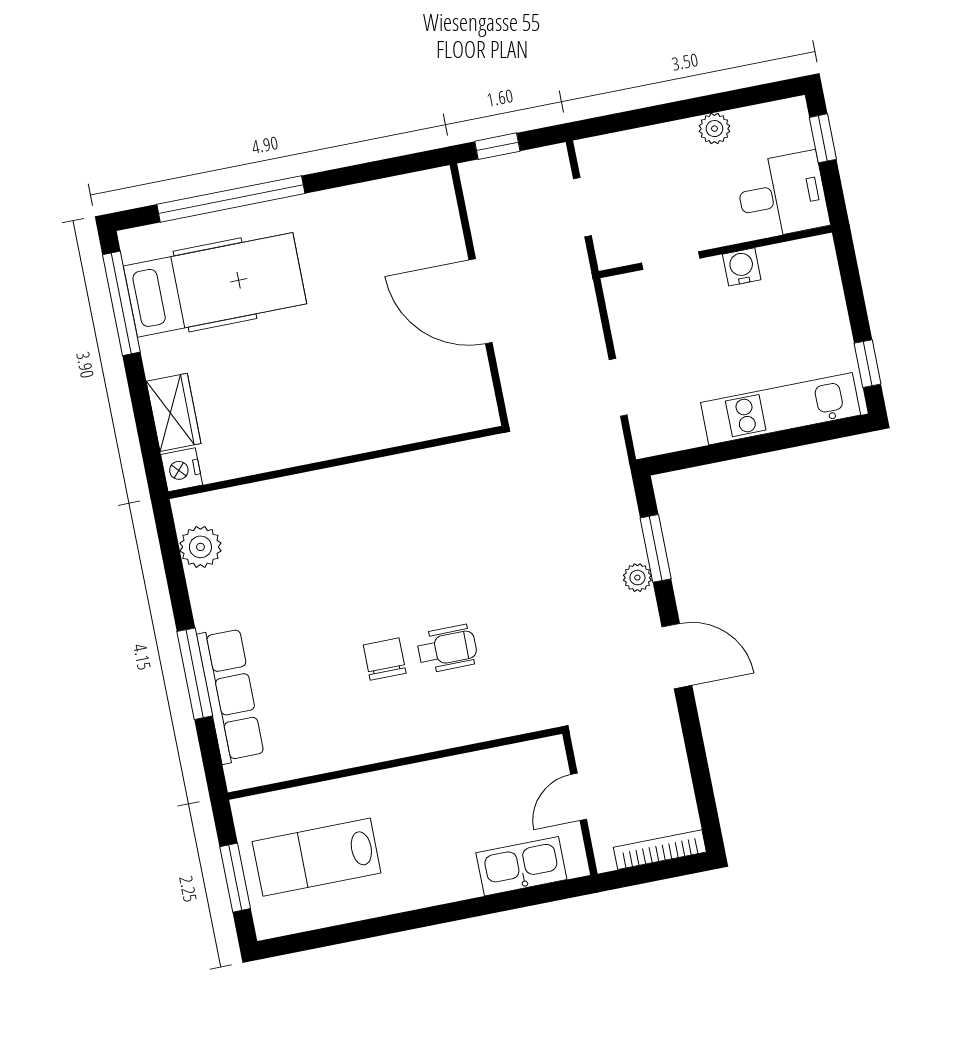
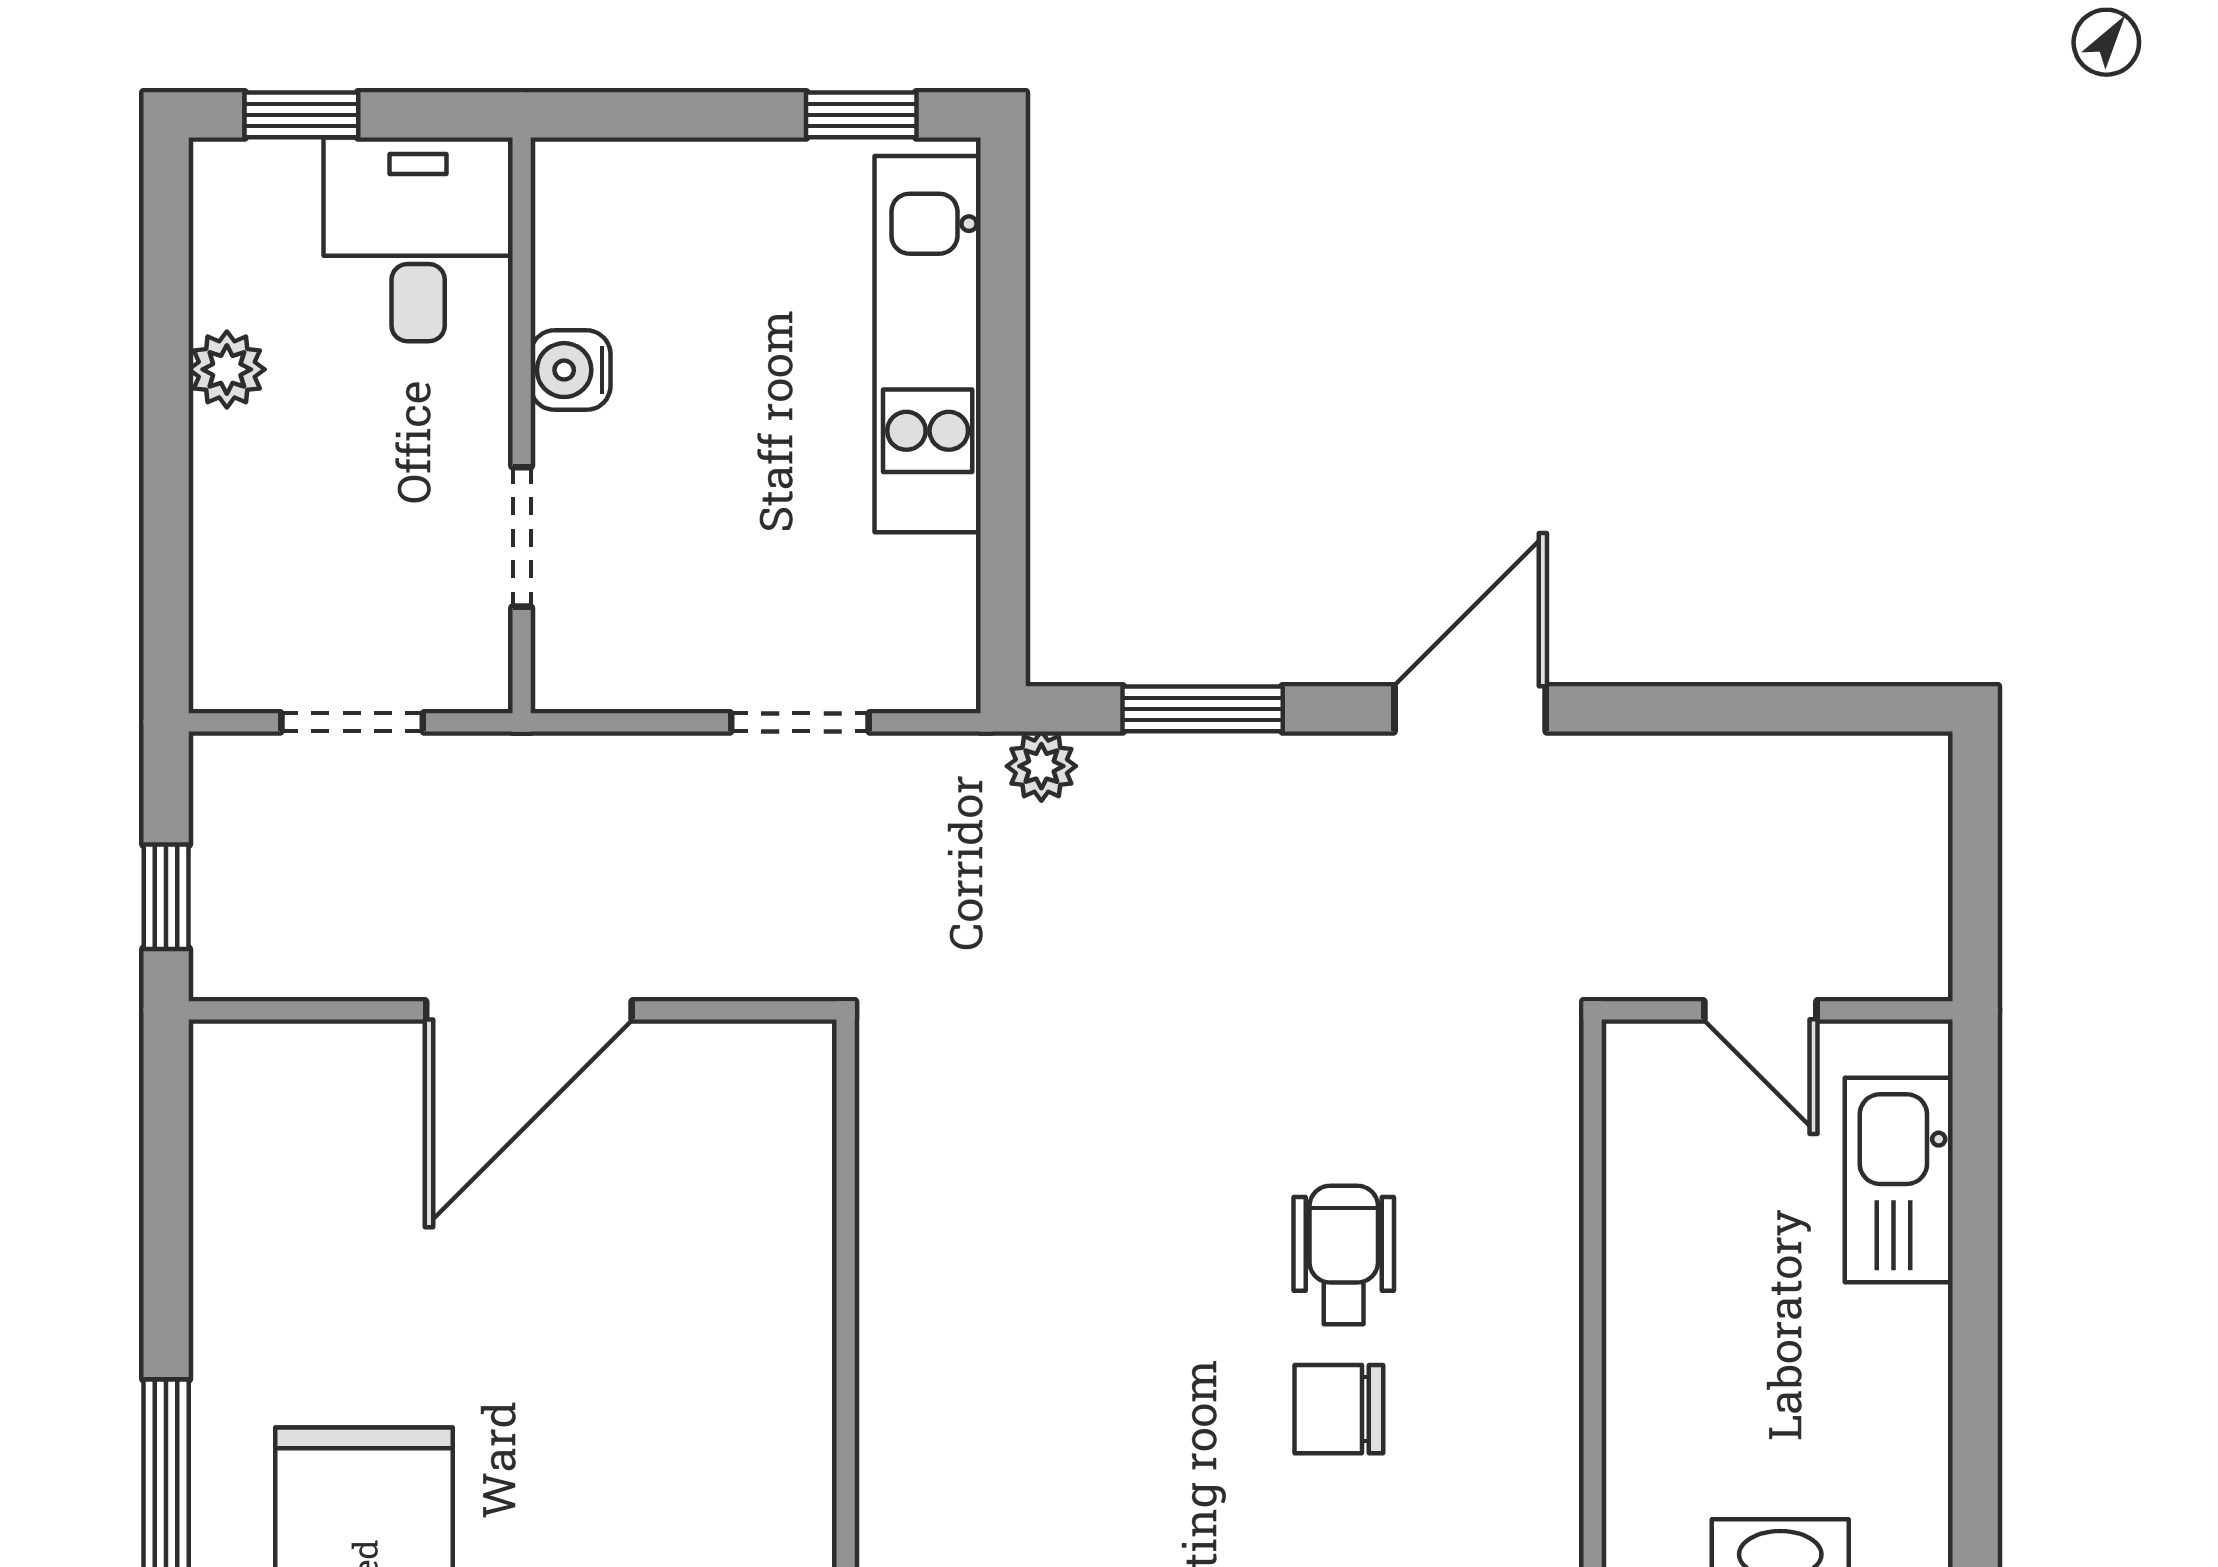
plant: (637, 578) -> (1041, 766), moved
bookcase: (660, 850) -> (1925, 841), removed

